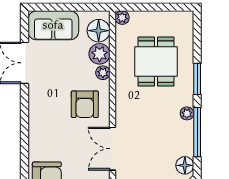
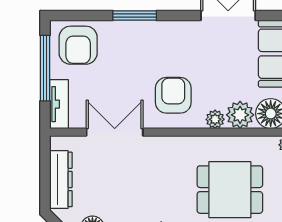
armchair: (85, 104) -> (173, 95), turned 90
window: (24, 133) -> (135, 15), added

